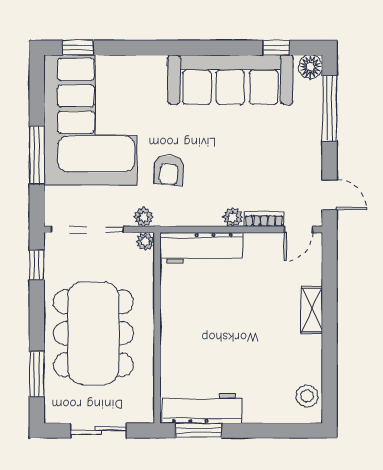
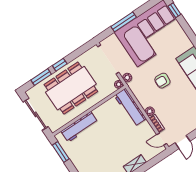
armchair: (169, 170) -> (162, 81), moved
window: (37, 265) -> (60, 65), moved
workbench: (202, 408) -> (79, 127), moved, turned 90
sliding door: (98, 430) -> (36, 114), width x1.37

